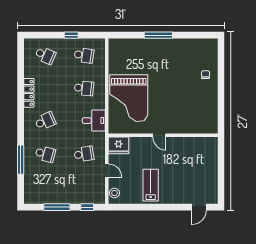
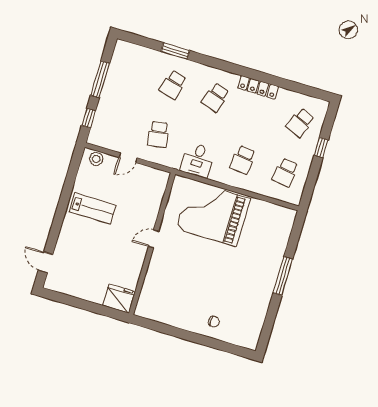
window: (71, 35) -> (321, 147), moved
school desk: (45, 121) -> (215, 97), turned 42
fridge: (118, 145) -> (119, 298), moved, turned 90
window: (21, 160) -> (175, 51), width x0.69

